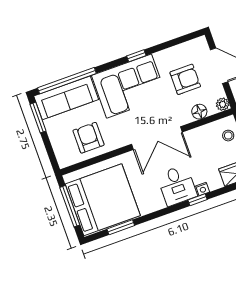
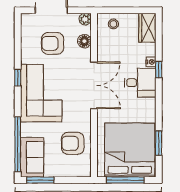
armchair: (185, 79) -> (53, 43), turned -90
sofa: (66, 98) -> (32, 157), width x0.73

